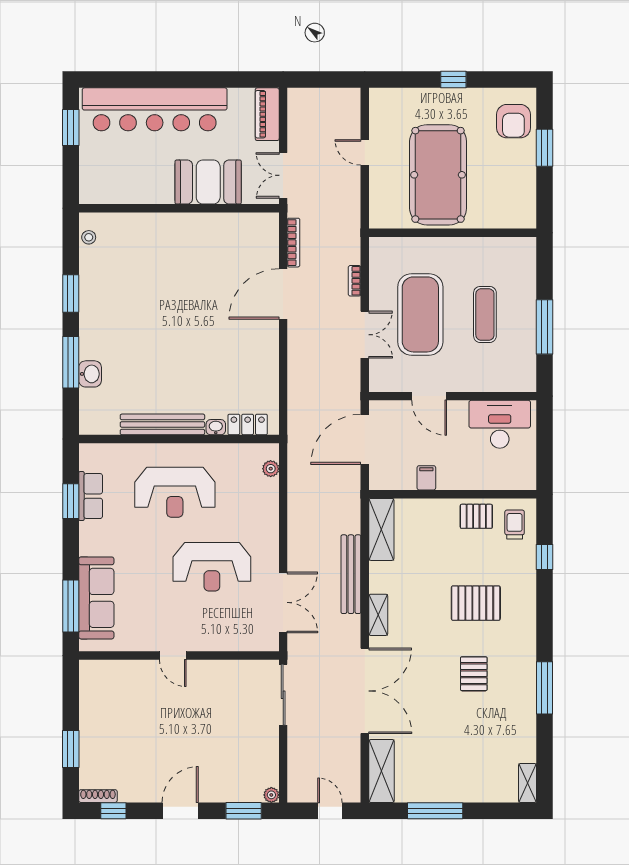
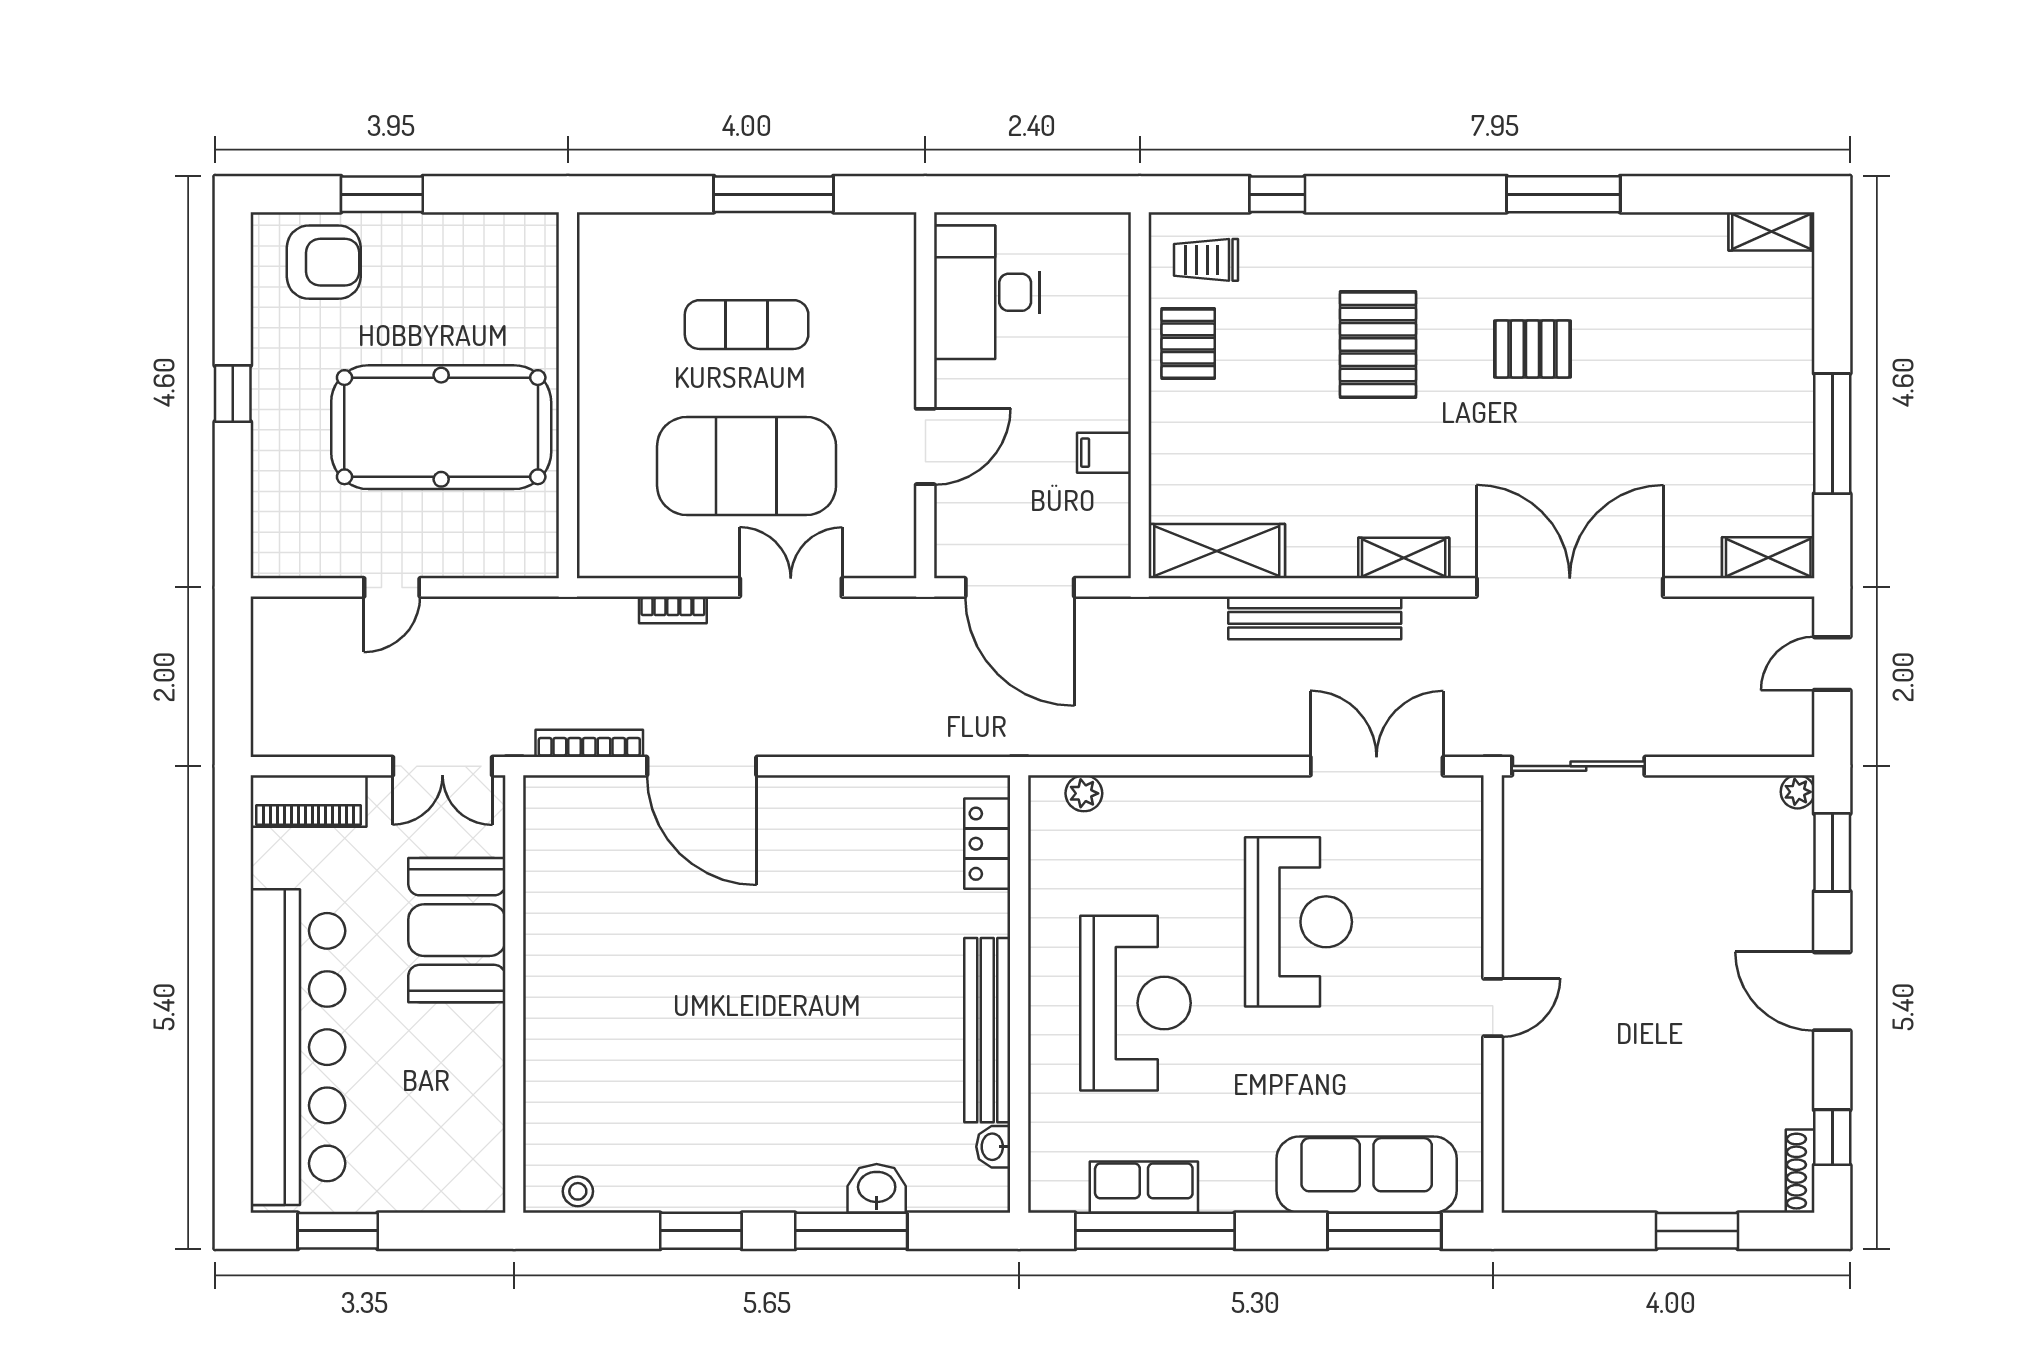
washbasin: (216, 427) -> (993, 1147), moved
window: (71, 501) -> (1155, 1231), width x2.11
shelving: (382, 771) -> (1768, 558), width x0.67, depth x0.75

